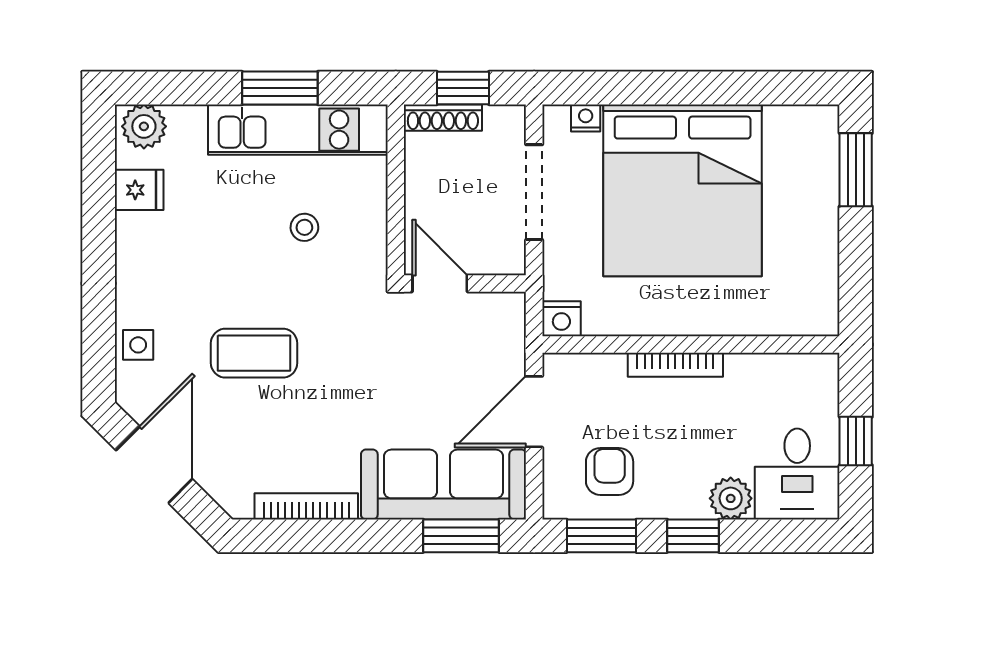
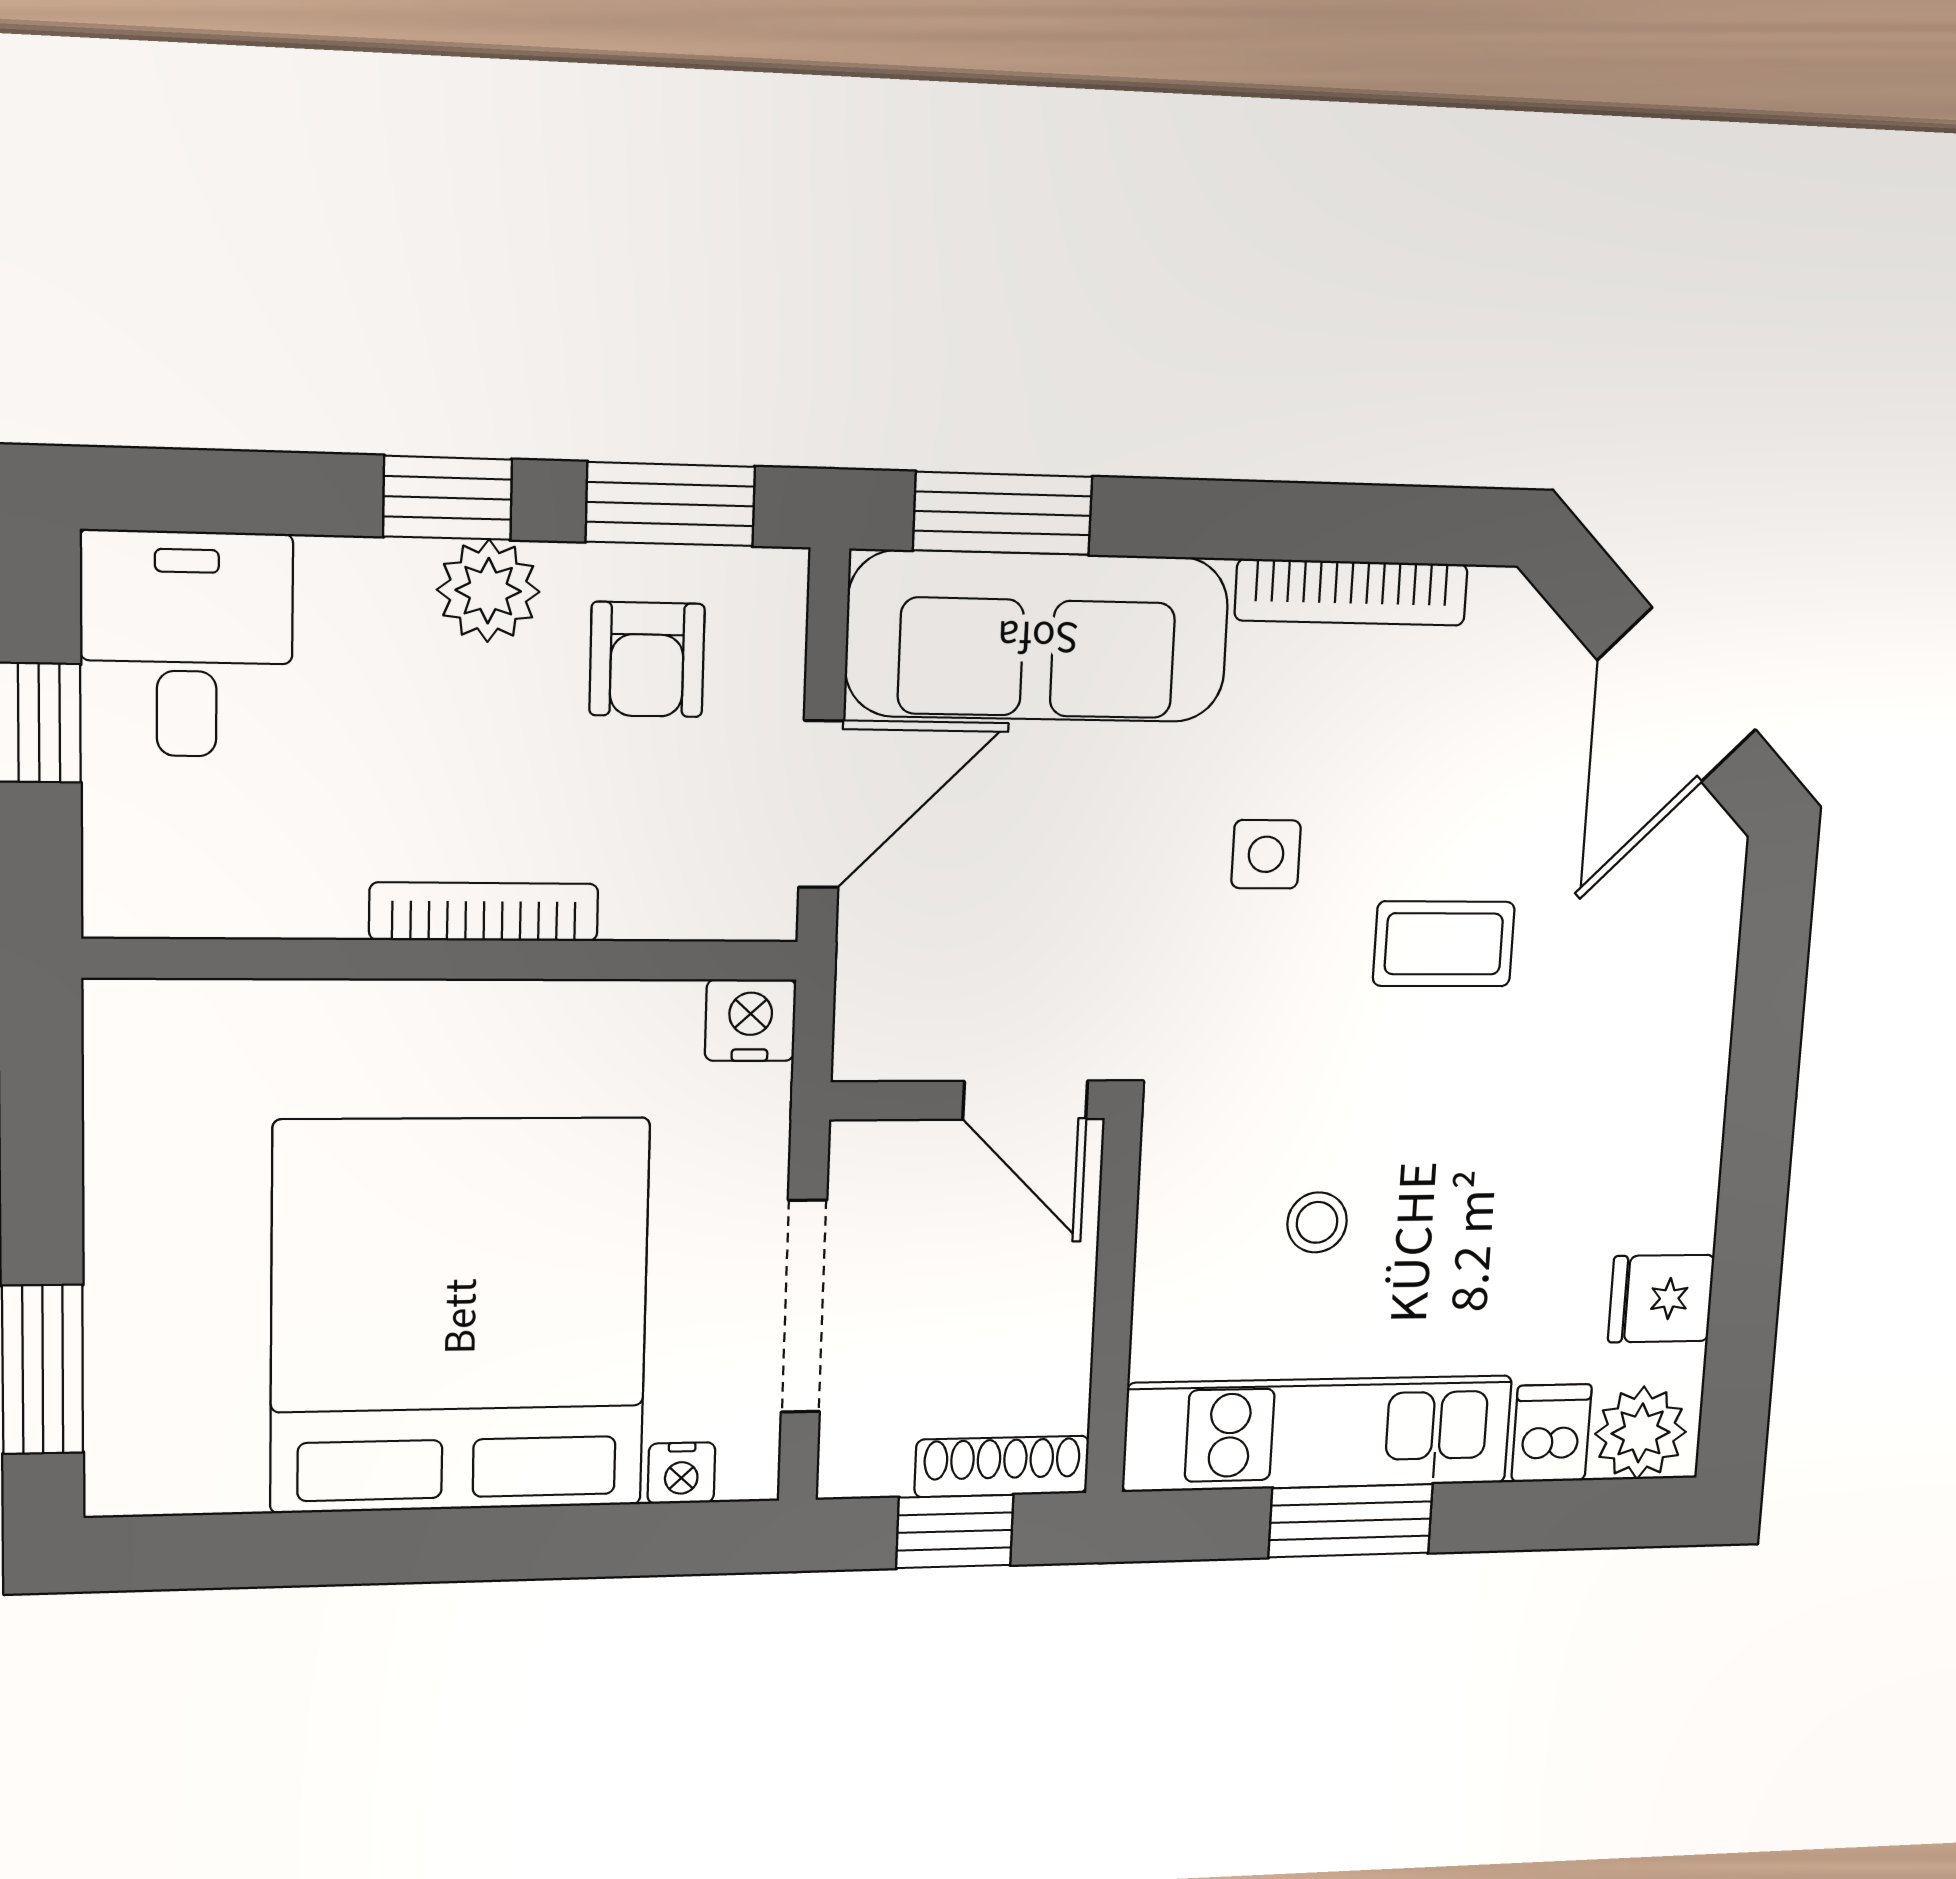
dishwasher: (187, 127) -> (1551, 1433), added
side table: (138, 345) -> (1266, 854), moved
coffee table: (254, 353) -> (1444, 944), width x0.73, depth x0.77
plant: (731, 498) -> (488, 591), moved

